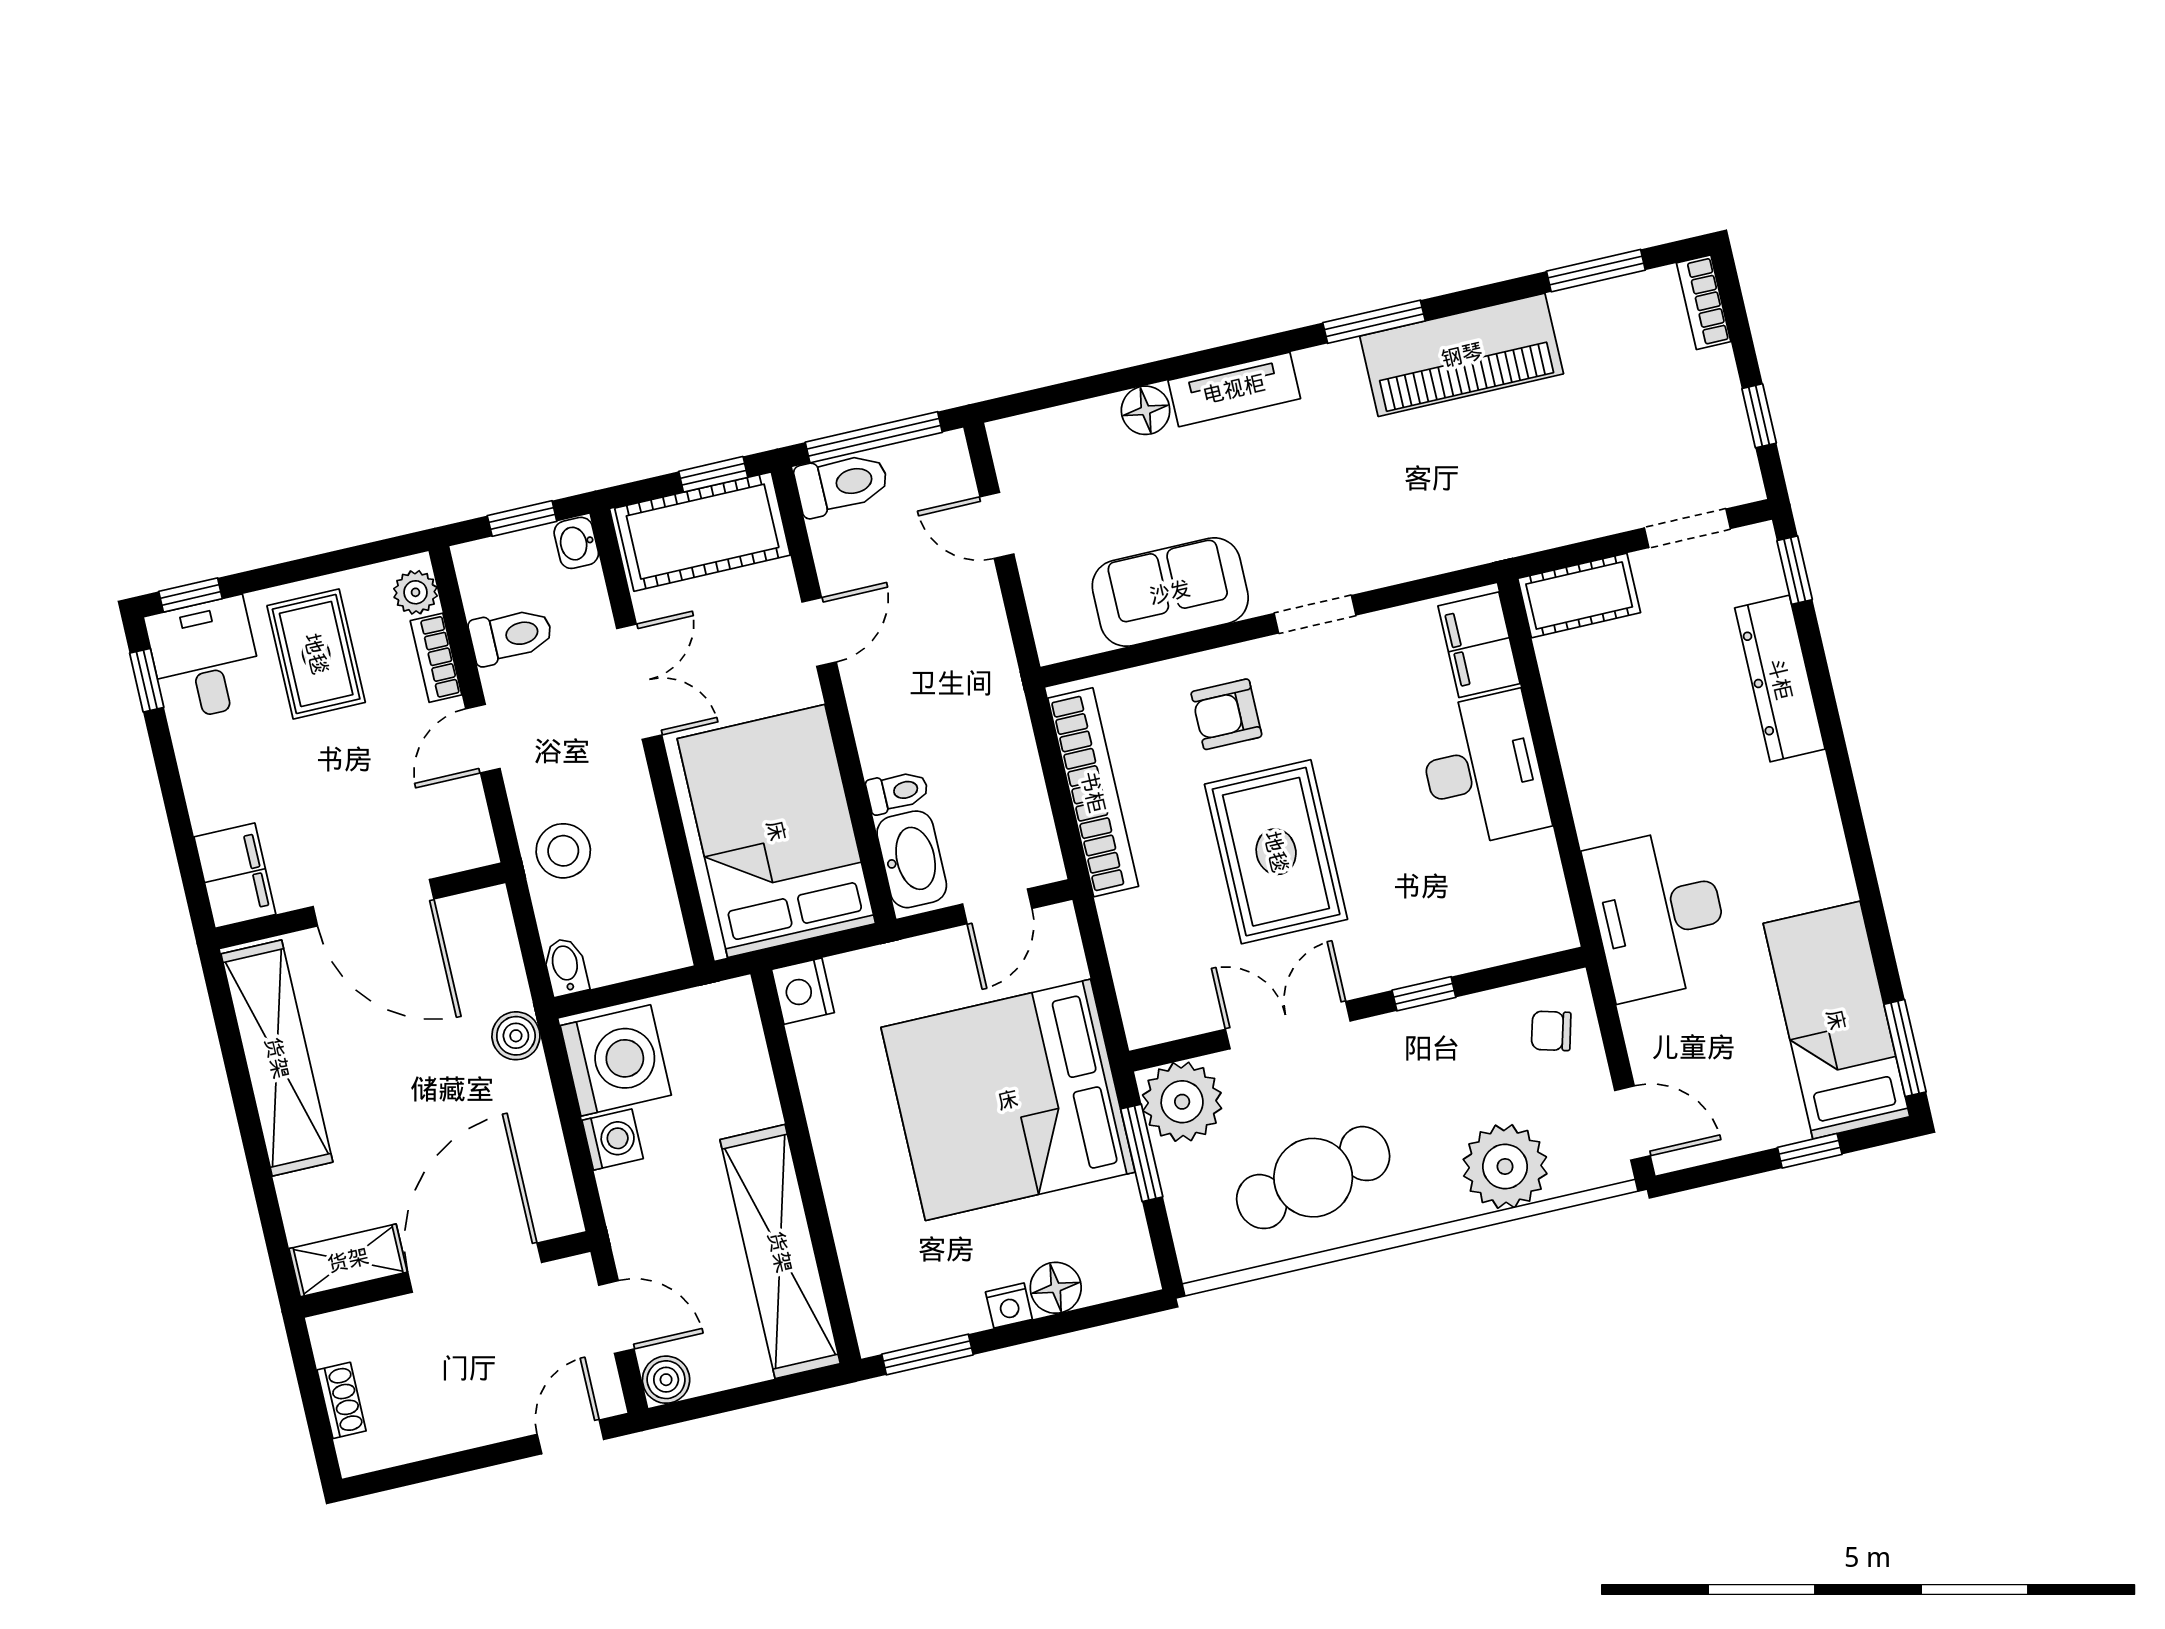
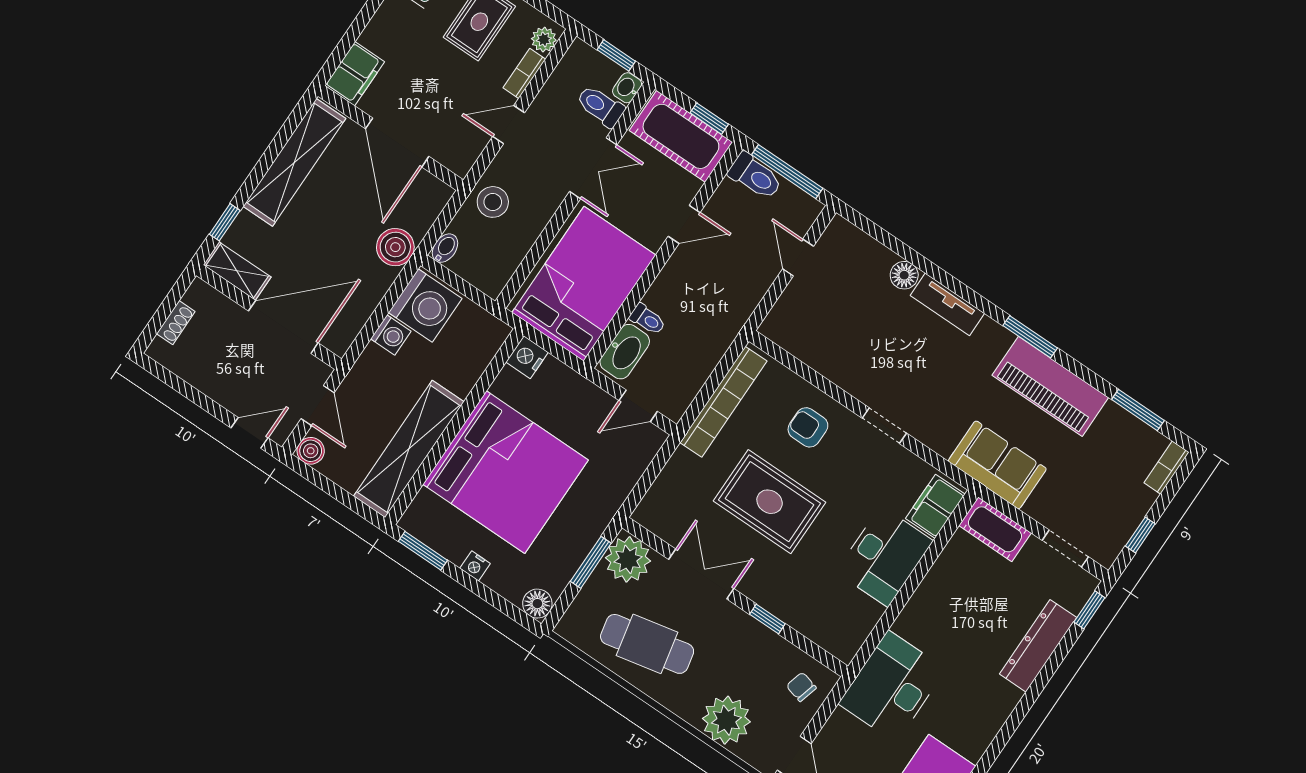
sofa: (1170, 592) -> (997, 465), moved
toilet: (511, 636) -> (600, 106), moved, turned 180
rug: (1276, 852) -> (770, 502), turned 90
boiler: (516, 1036) -> (395, 247), width x1.36, depth x1.36
bed: (1008, 1100) -> (506, 472), moved, turned 180
window: (271, 1219) -> (225, 222), added
floor lamp: (1056, 1288) -> (537, 604), moved

